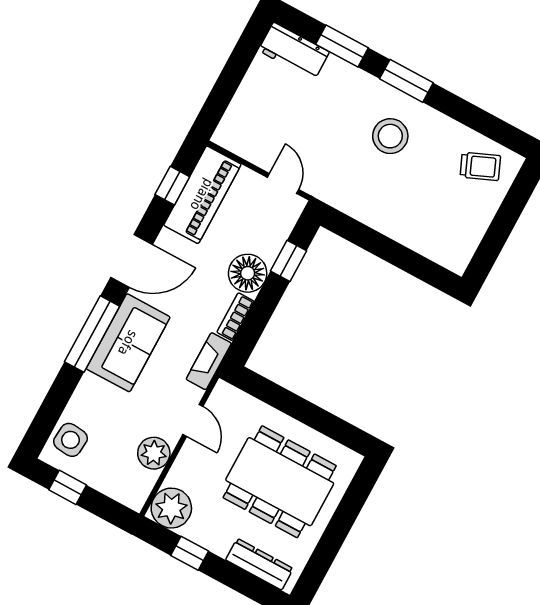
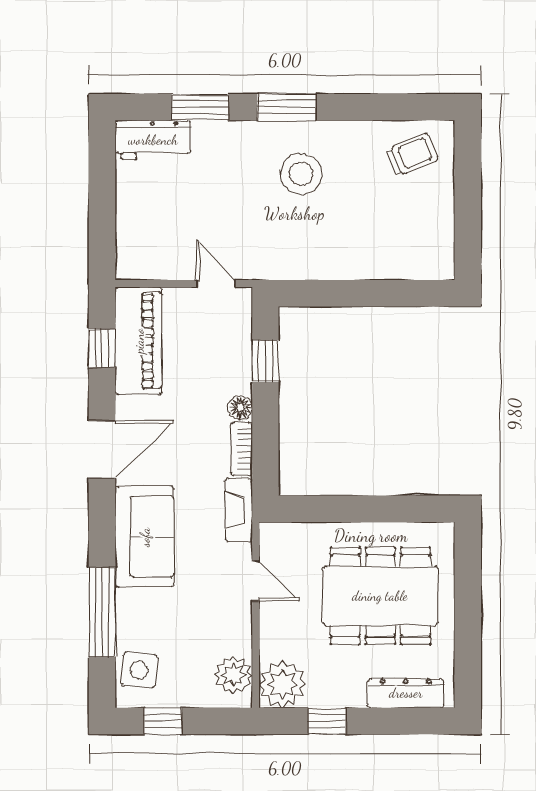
floor lamp: (248, 273) -> (240, 407), width x0.53, depth x0.53
window: (92, 334) -> (102, 612), moved
plant: (154, 453) -> (233, 675), moved

